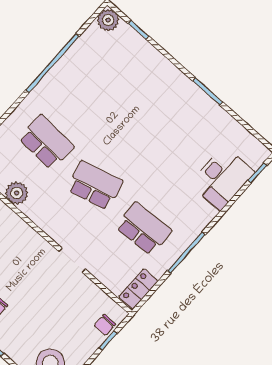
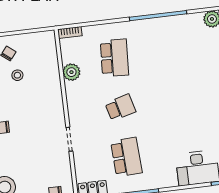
school desk: (95, 185) -> (120, 107), width x0.54

